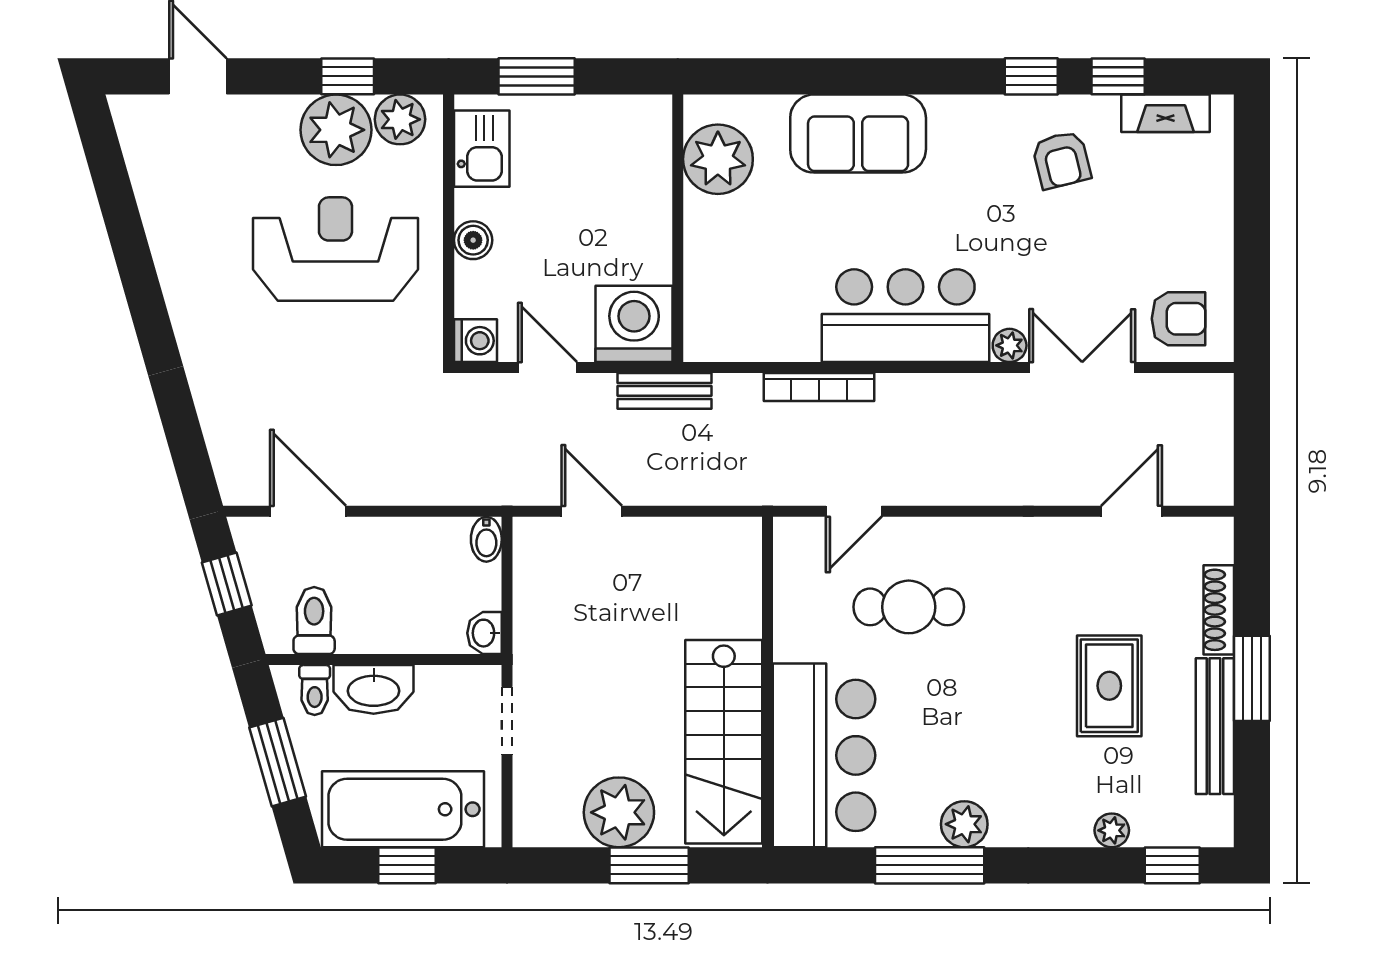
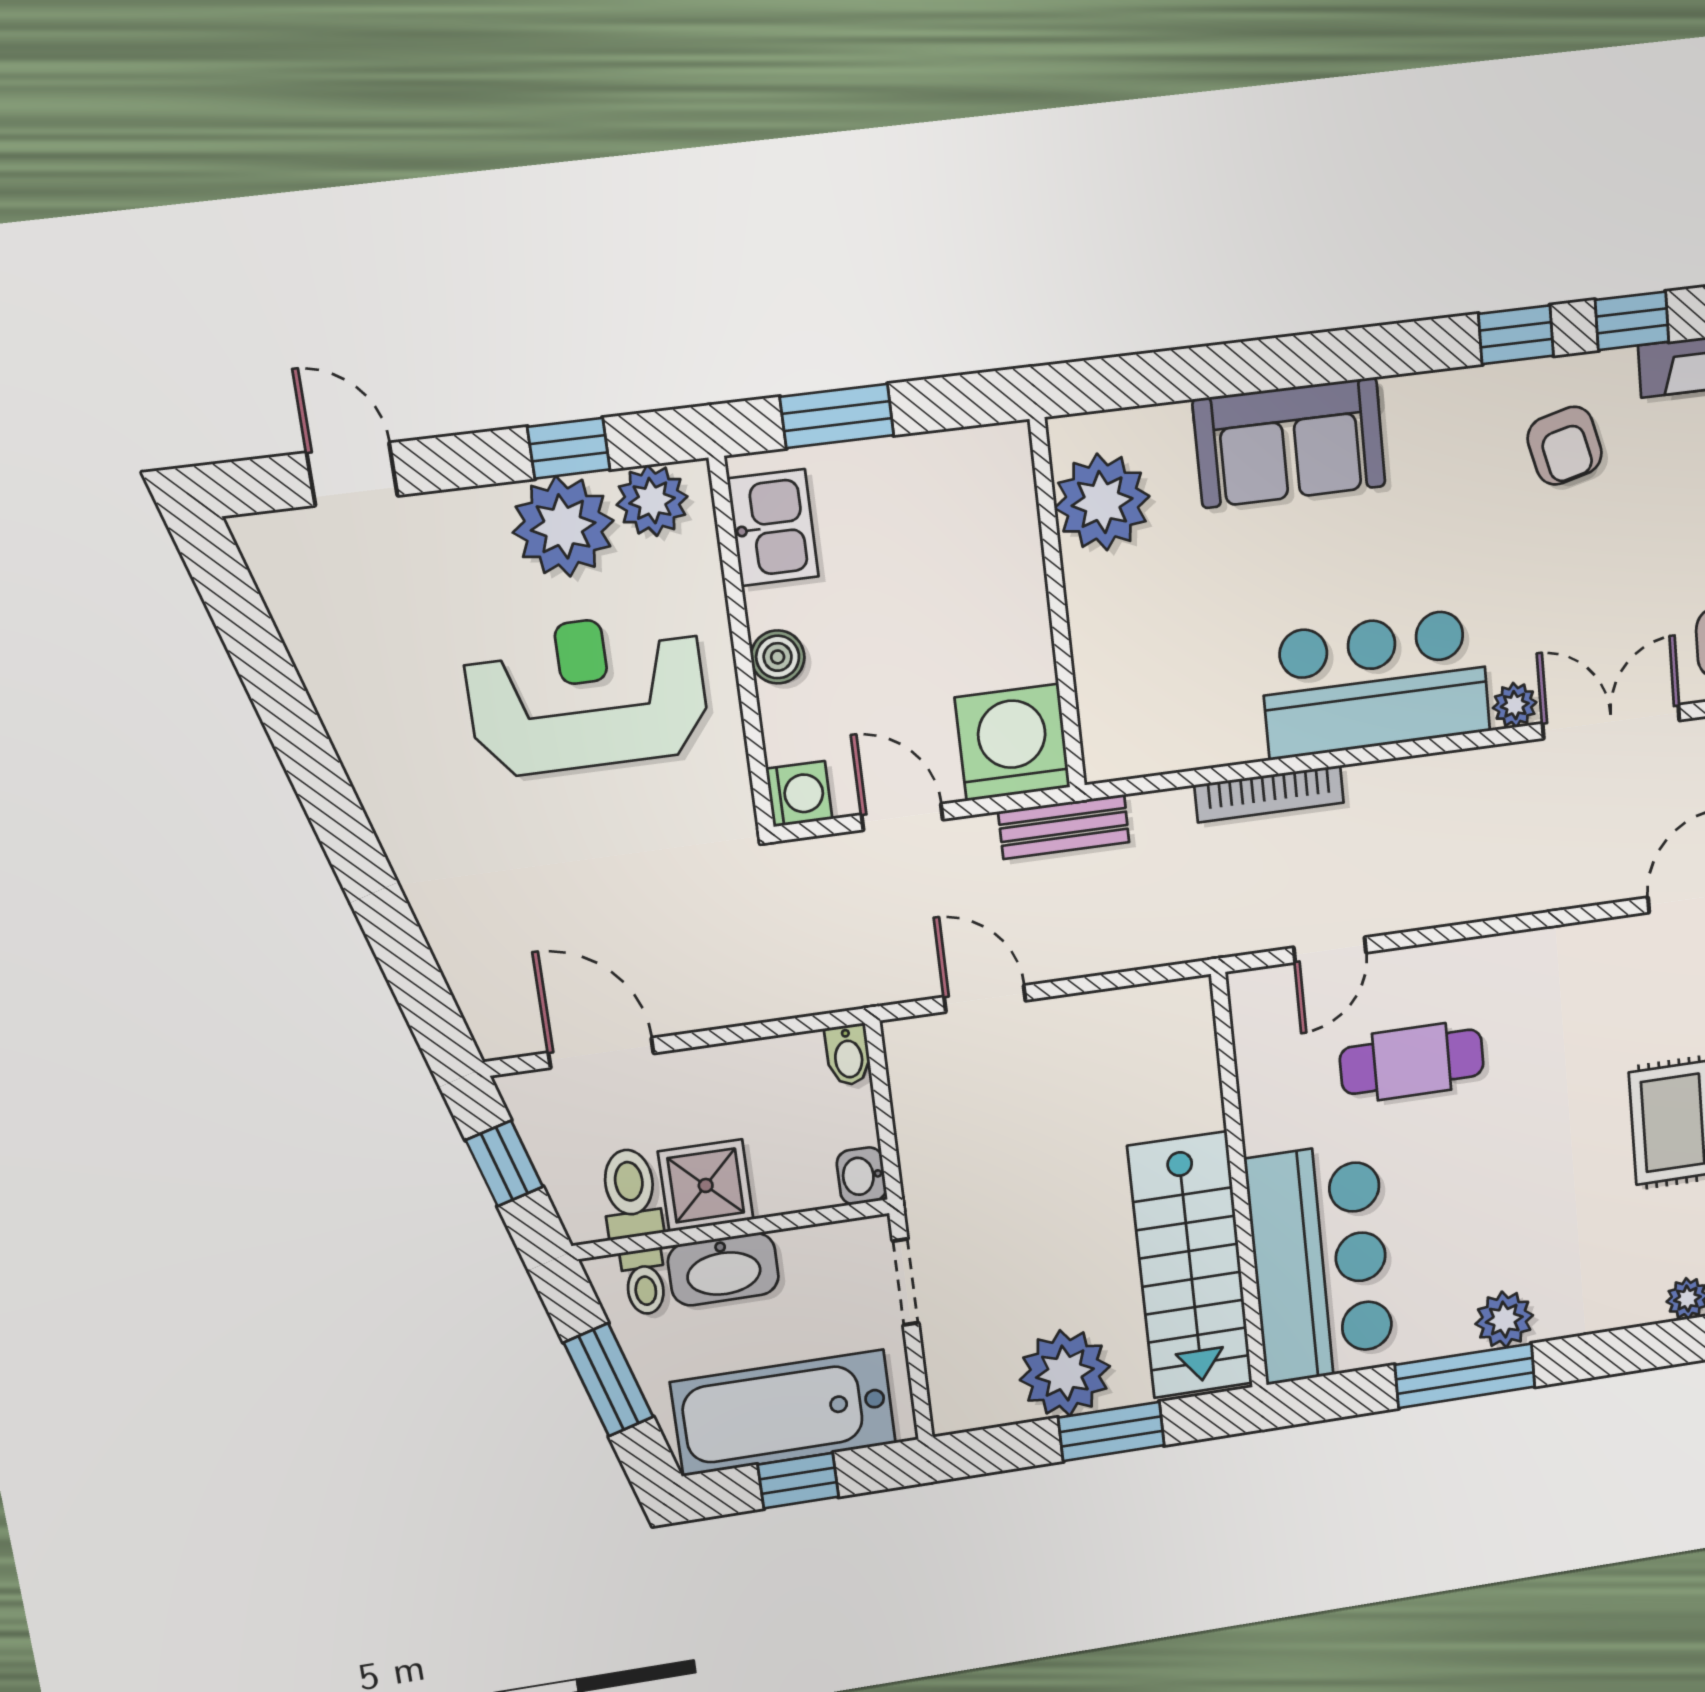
shower: (369, 623) -> (706, 1185), added

